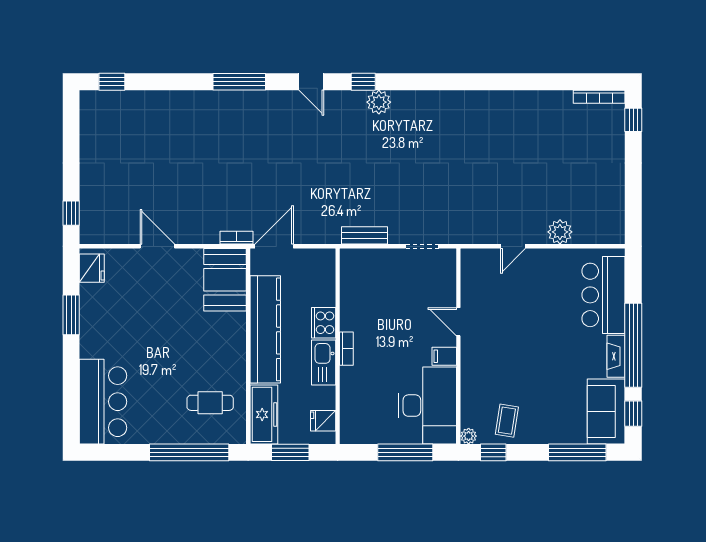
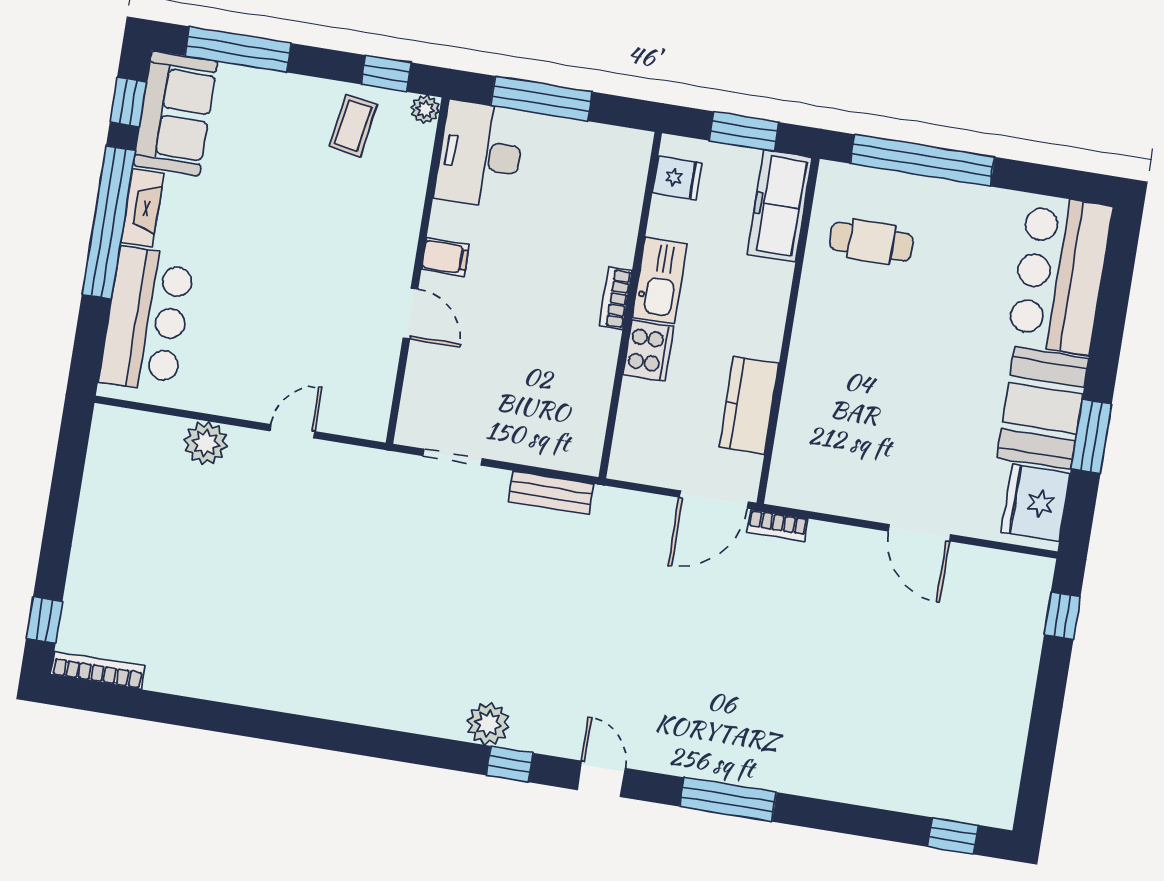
fridge: (92, 268) -> (1036, 503), width x1.36, depth x1.34
booth: (225, 280) -> (1043, 408), moved
kitchen counter: (265, 329) -> (749, 405), width x0.48, depth x0.86
desk: (427, 406) -> (480, 155), width x0.73, depth x0.77

